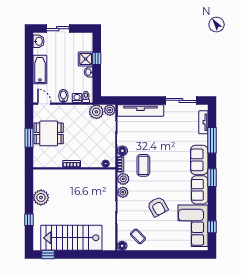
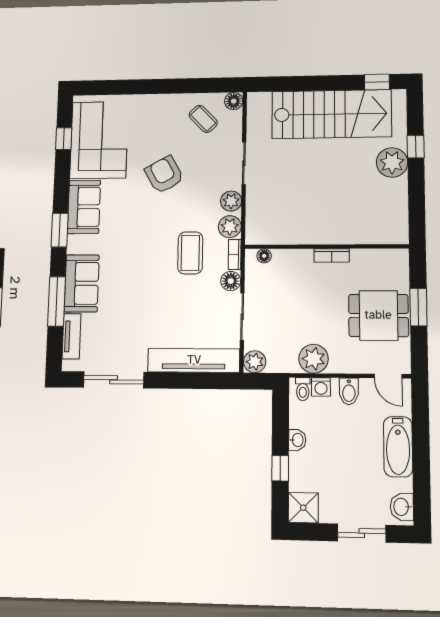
shower: (86, 59) -> (303, 508), moved
plant: (96, 112) -> (314, 359), moved
sofa: (199, 160) -> (82, 283), moved
plant: (41, 197) -> (392, 162), moved

